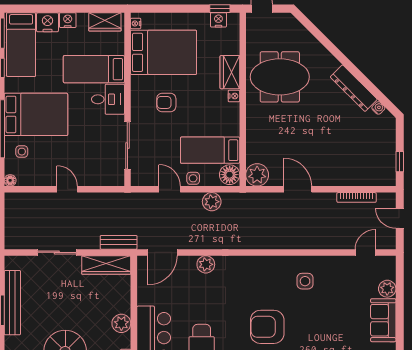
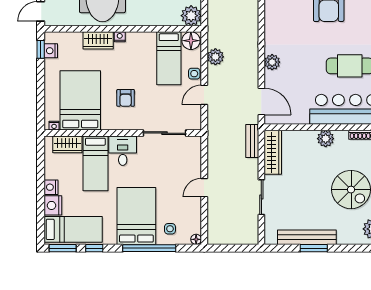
wardrobe: (105, 22) -> (67, 144), moved, turned 90

